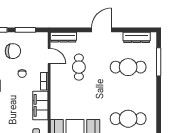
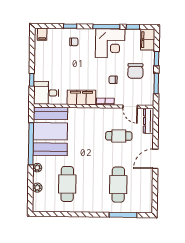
door: (102, 30) -> (155, 159), swing flipped
dresser: (137, 37) -> (147, 193), removed
door: (49, 56) -> (130, 107), hinge flipped

